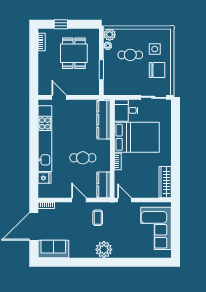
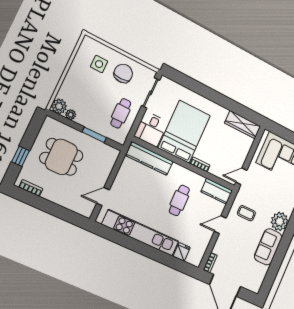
cafe table: (130, 55) -> (121, 113), moved
sofa: (53, 249) -> (268, 247), moved

